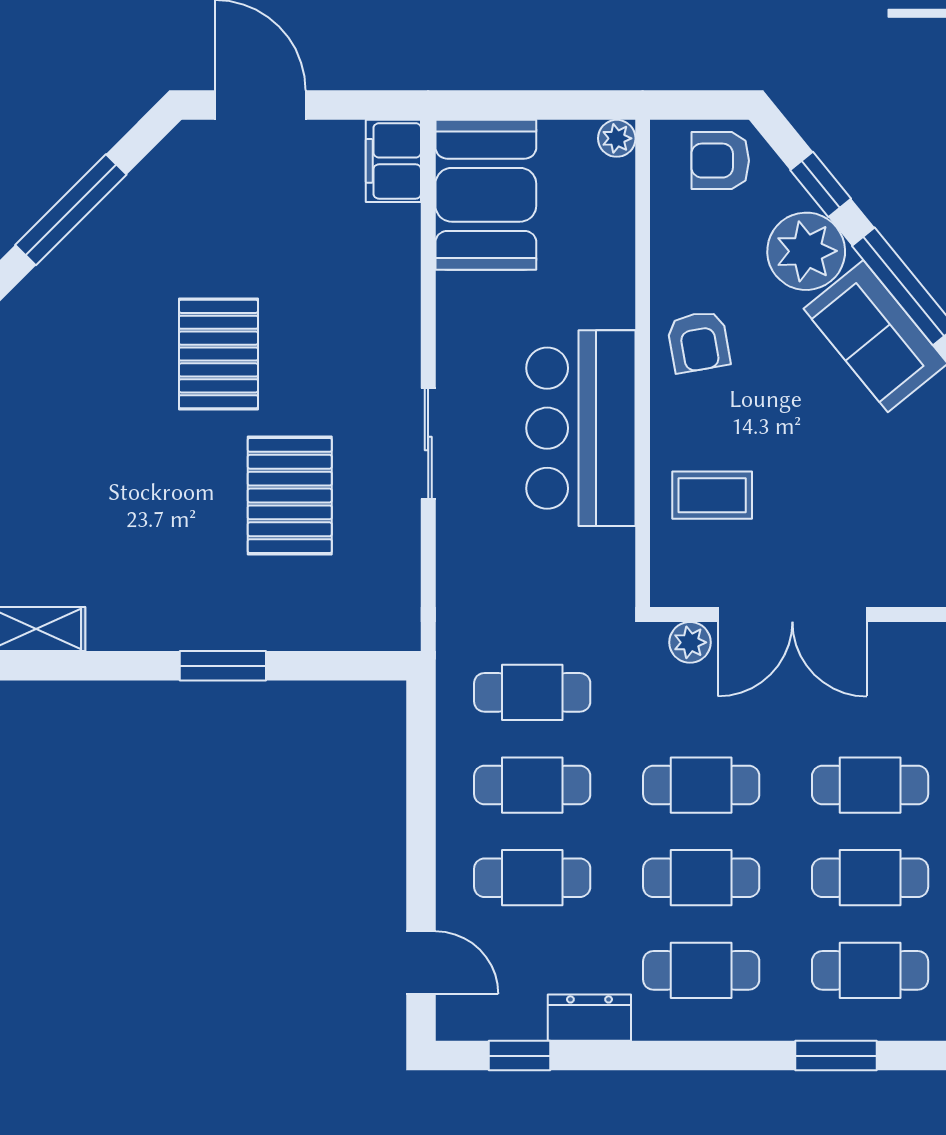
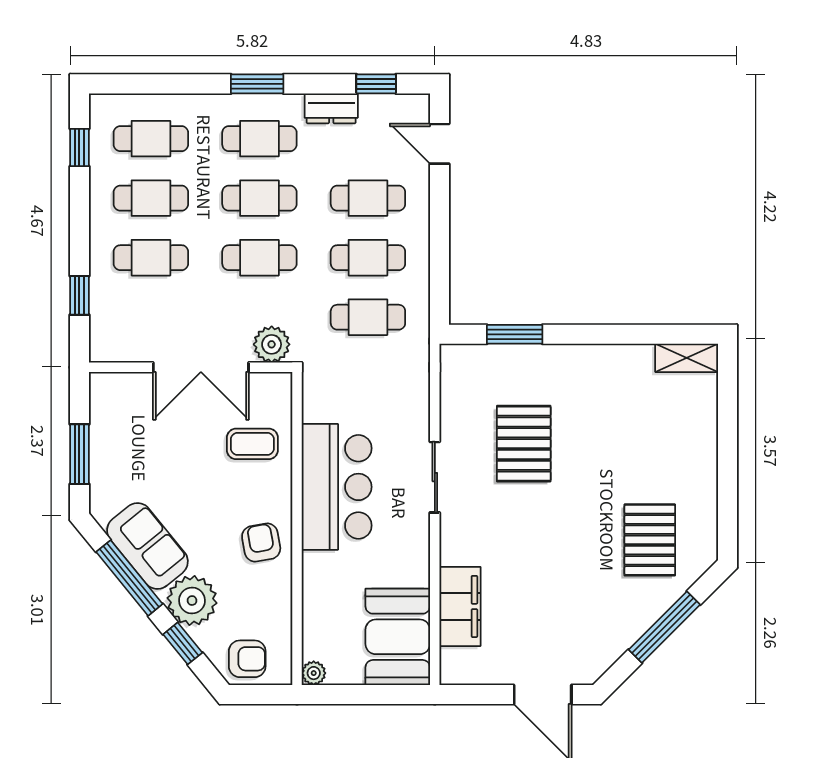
filing cabinet: (393, 161) -> (460, 606), moved, width x1.50, depth x1.17
pallet: (218, 354) -> (650, 540), moved
double door: (792, 614) -> (201, 367), swing flipped
plant: (690, 642) -> (272, 344), width x1.38, depth x1.38
window: (223, 666) -> (515, 334), moved
window: (836, 1056) -> (257, 84), moved

